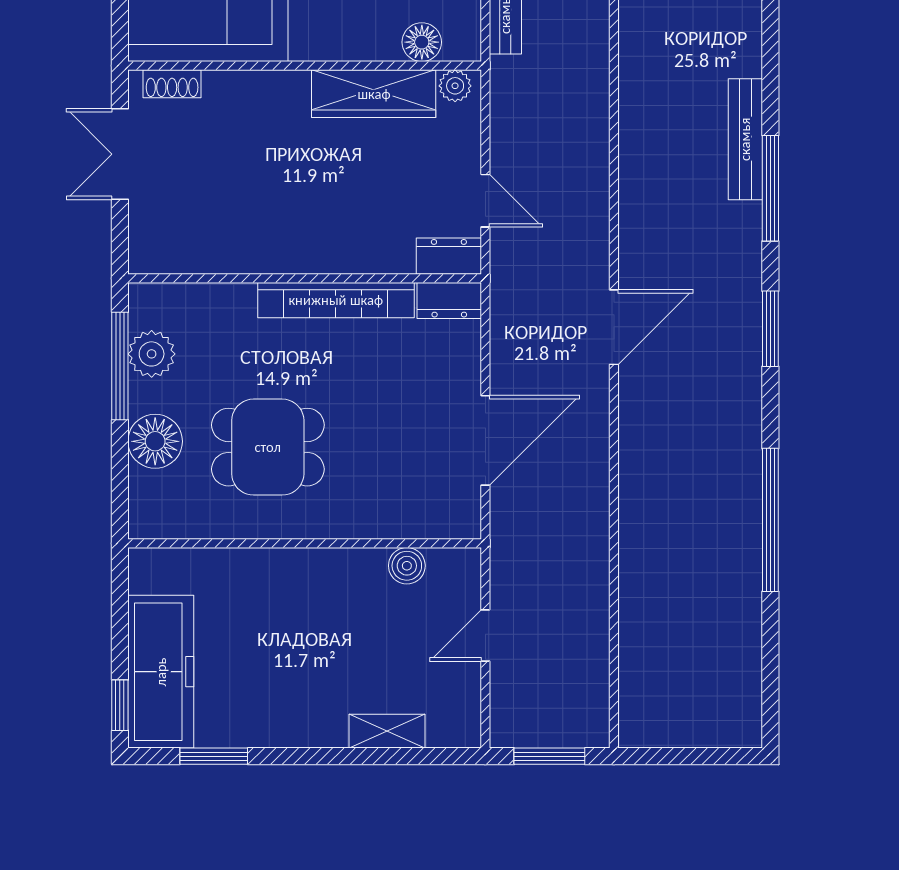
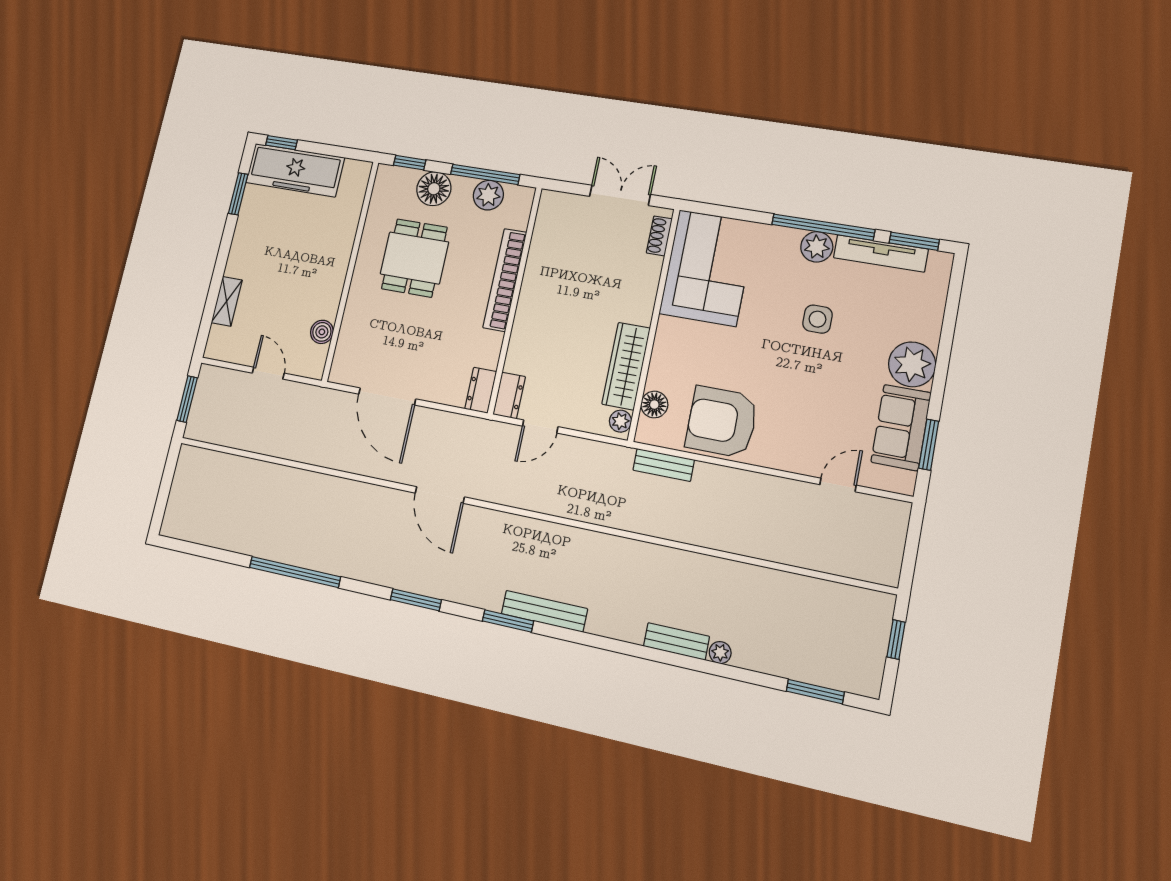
window: (770, 188) -> (508, 621), width x0.69
bookcase: (336, 300) -> (505, 280), moved
window: (120, 489) -> (410, 163), added

